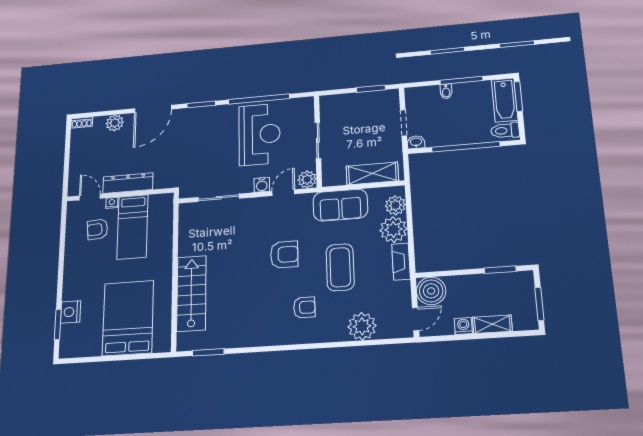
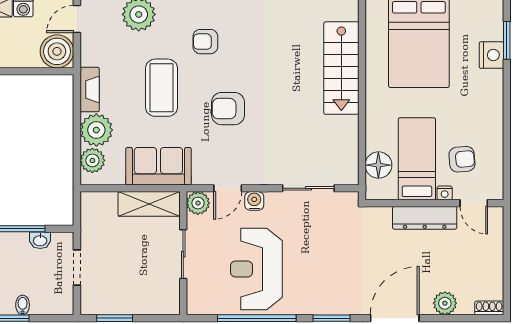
washbasin: (416, 142) -> (40, 240), moved
shelving: (372, 173) -> (149, 204), moved
floor lamp: (163, 220) -> (378, 165), added

